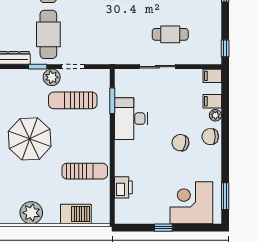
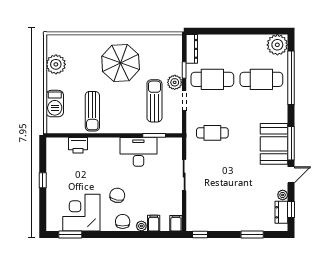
cafe table: (170, 34) -> (212, 133), moved, turned 90
corner desk: (191, 203) -> (81, 213), moved, turned -90

